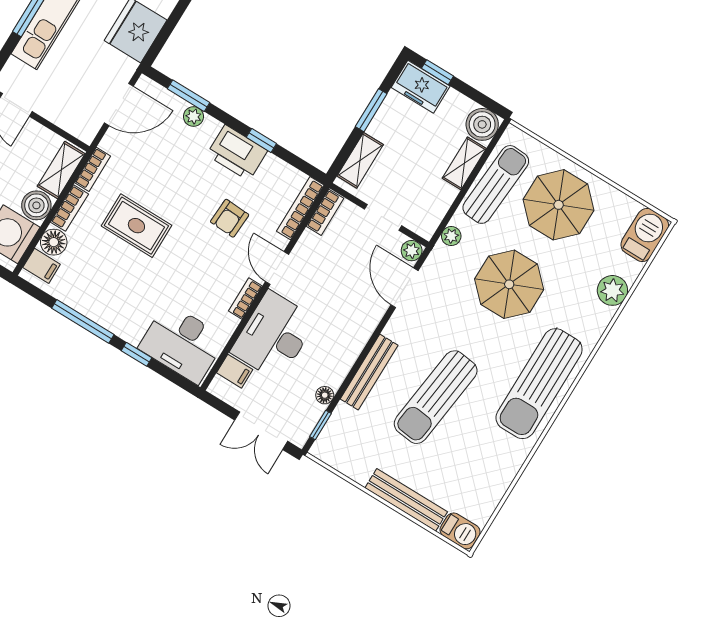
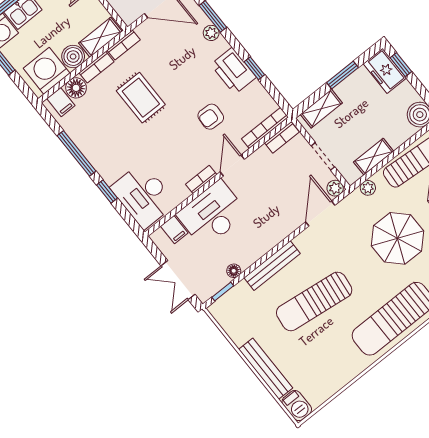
shelving: (464, 163) -> (374, 157), moved

